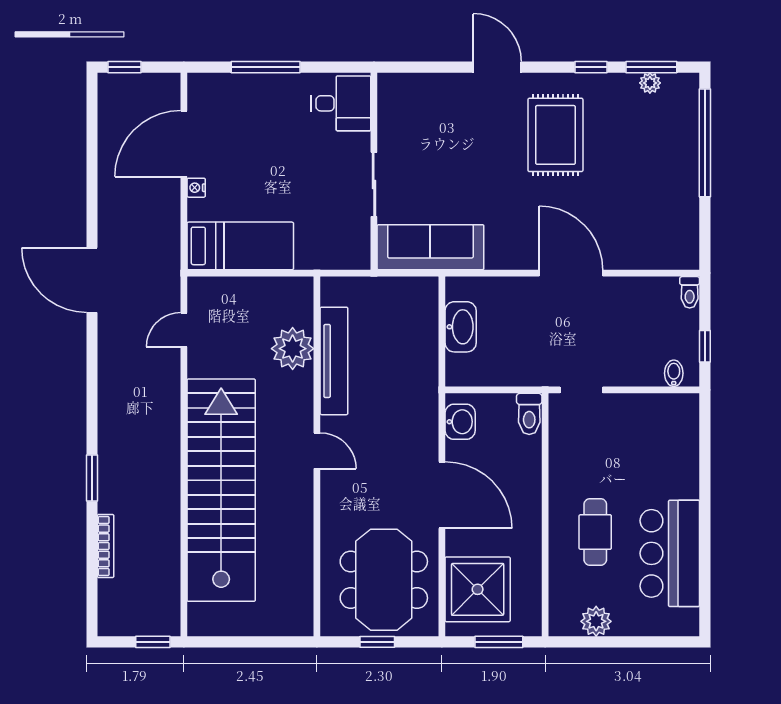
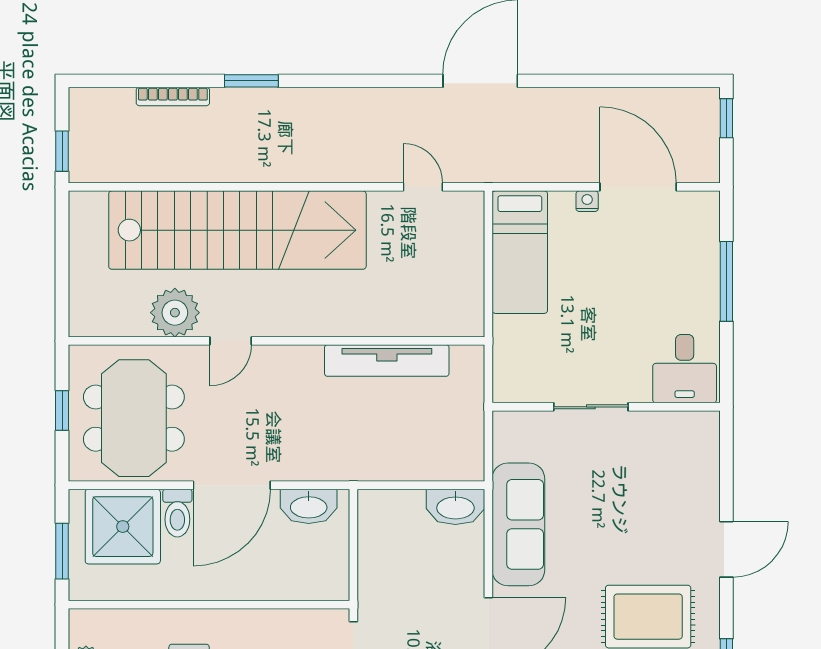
sofa: (430, 247) -> (518, 524), moved
washbasin: (461, 327) -> (455, 507), moved
plant: (293, 349) -> (175, 313), moved
toilet: (529, 414) -> (177, 513), moved, turned -90
washbasin: (460, 422) -> (309, 506), width x1.38
door: (317, 451) -> (231, 341), moved
meeting table: (384, 580) -> (134, 418), turned 90

